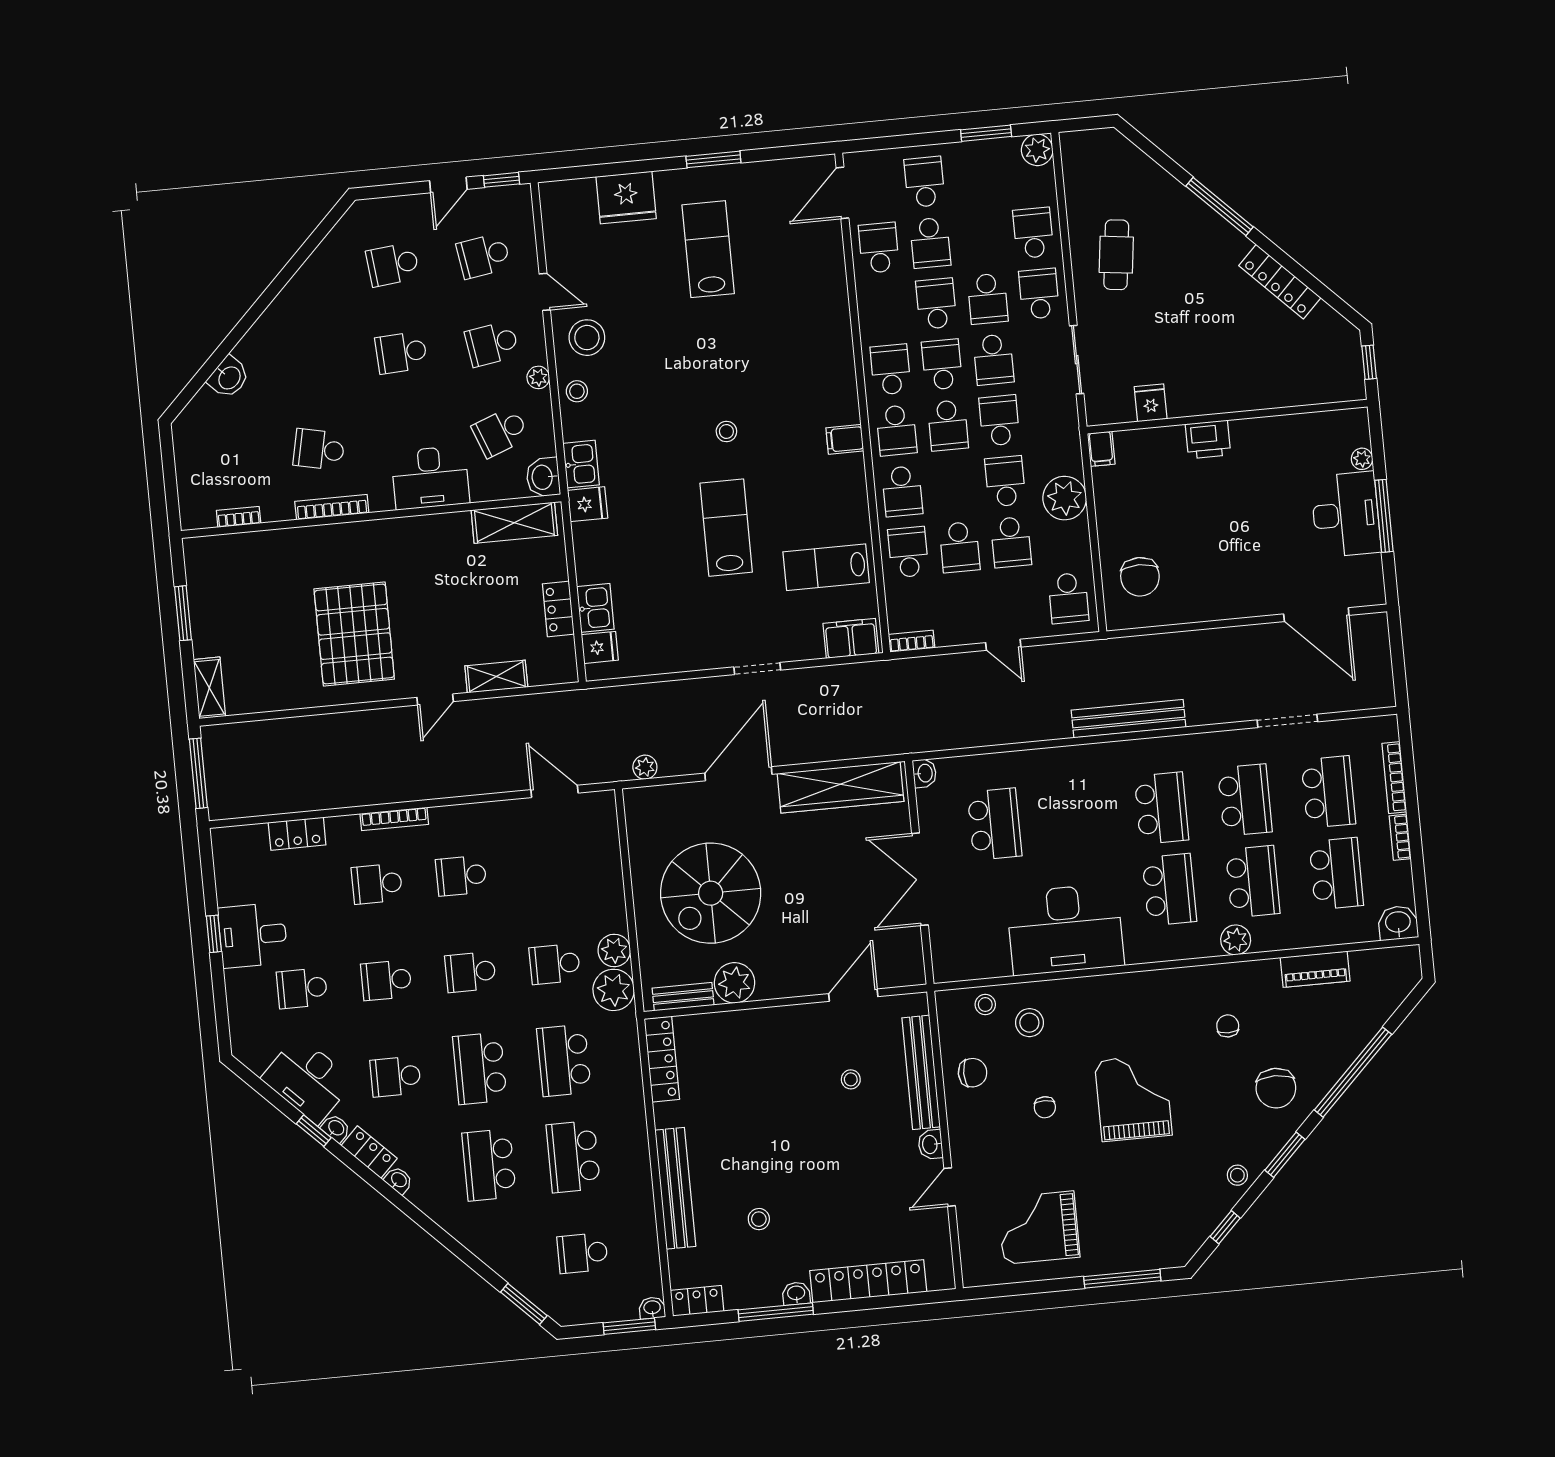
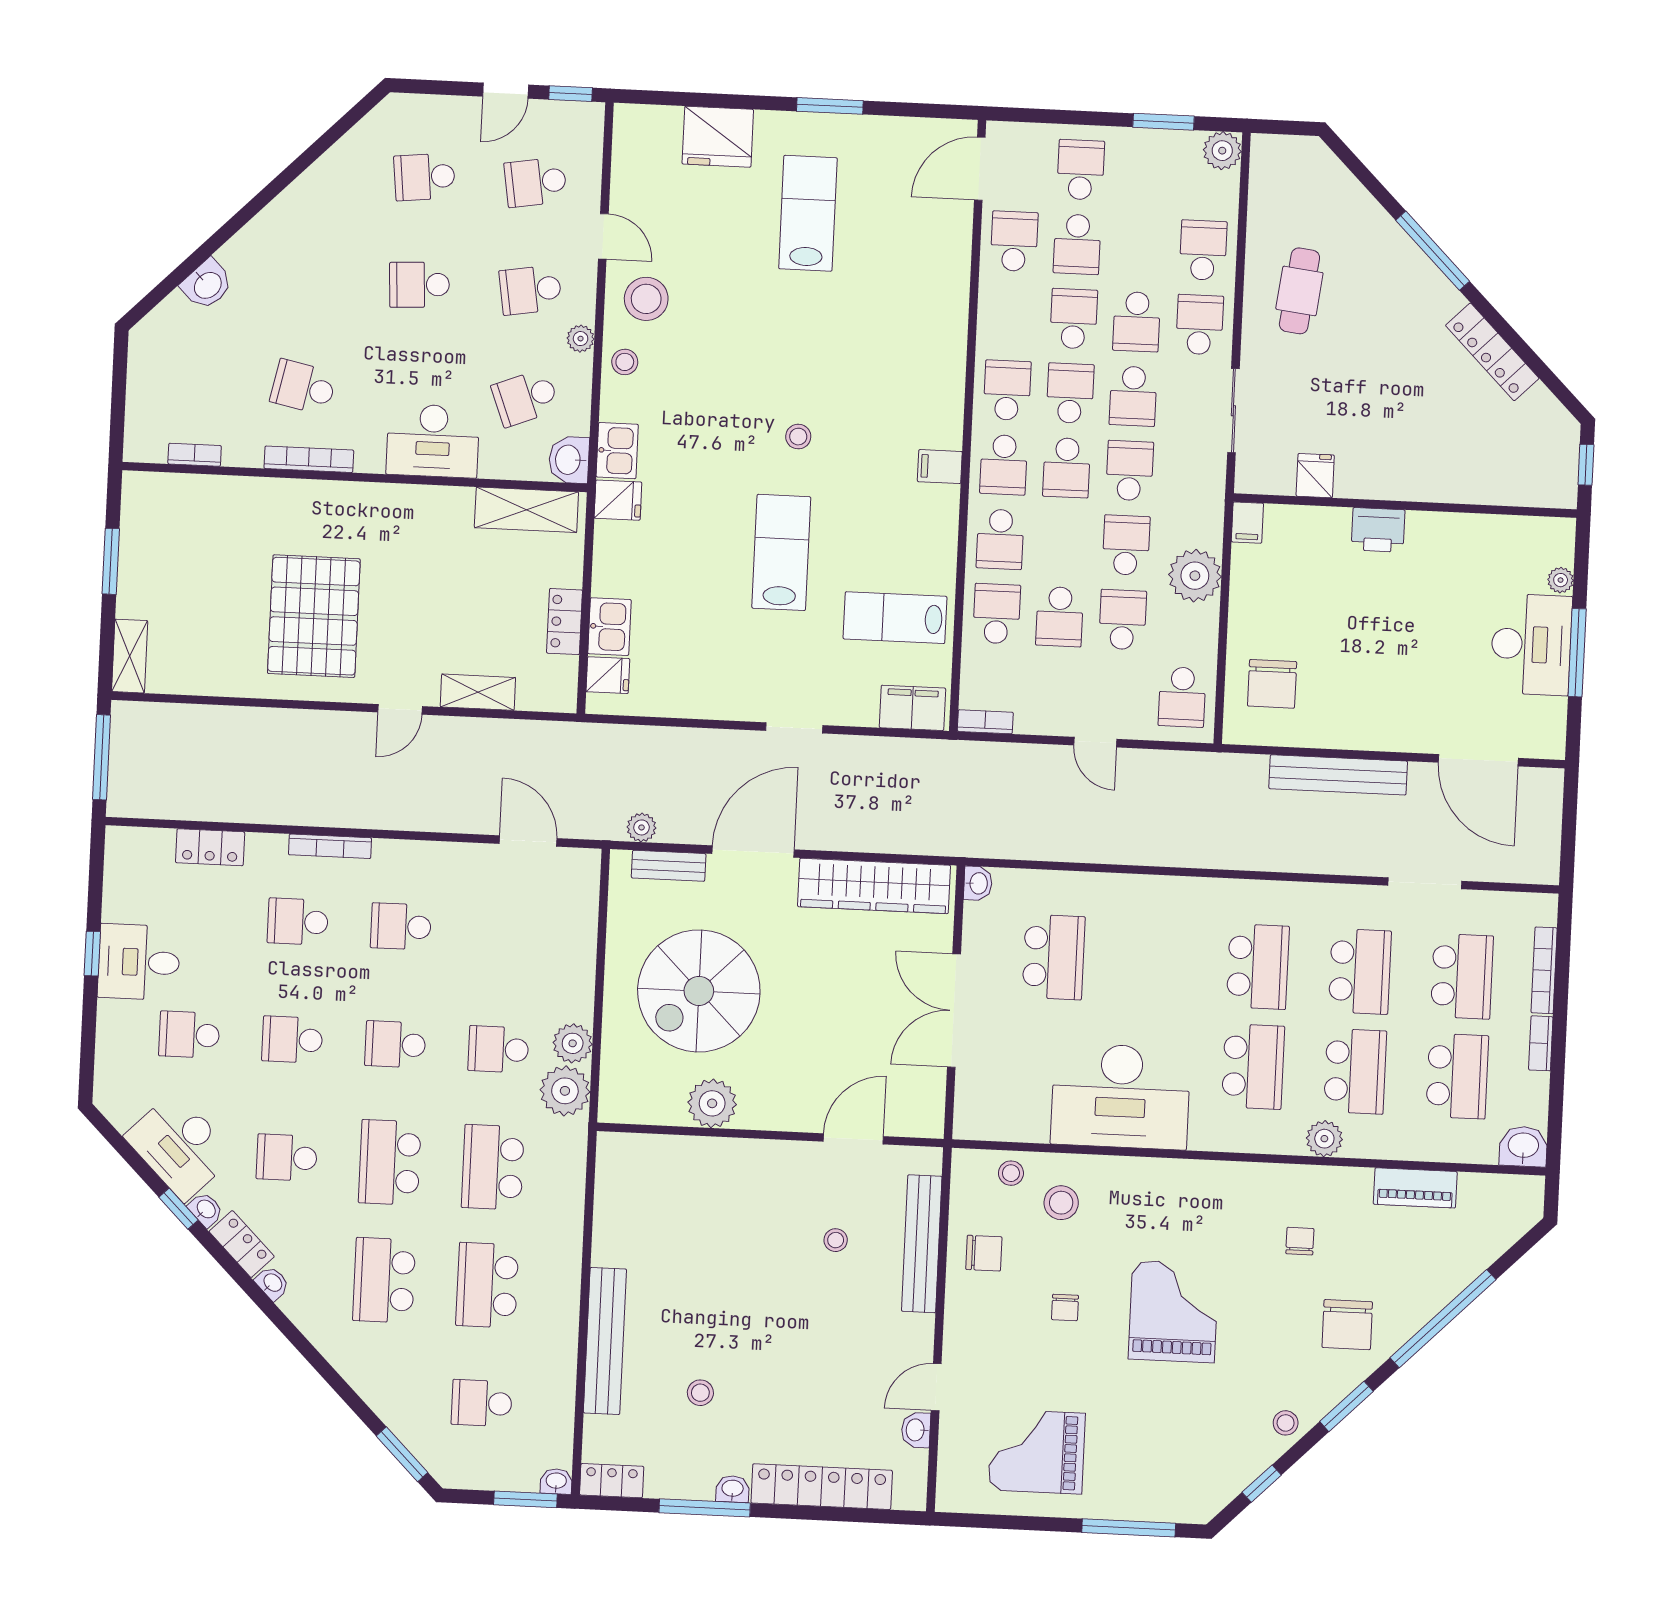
school desk: (1011, 542) -> (1123, 620), turned 180
bench: (1128, 719) -> (1338, 775), moved
bench: (683, 997) -> (669, 866), moved
locker: (662, 1059) -> (611, 1183), removed
washbasin: (930, 1144) -> (916, 1430), moved

